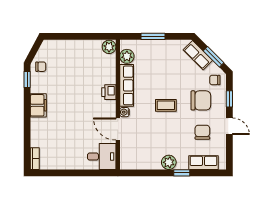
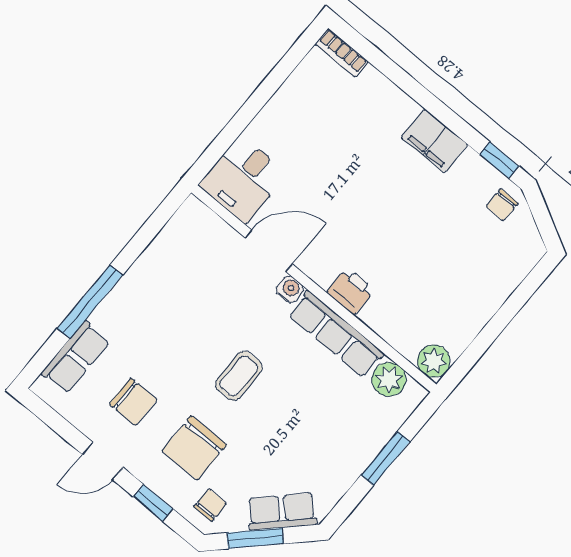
plant: (169, 162) -> (129, 294), removed
window: (182, 173) -> (90, 302), width x2.17

